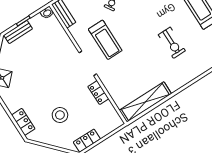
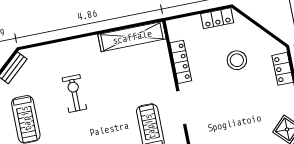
locker: (98, 93) -> (181, 62), width x1.53

